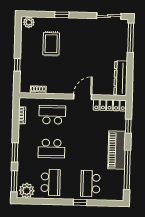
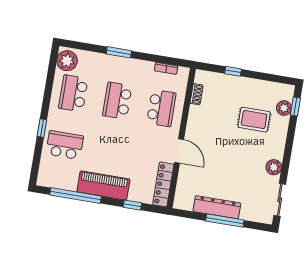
window: (62, 15) -> (295, 107), moved
plant: (29, 22) -> (284, 108), moved
plant: (85, 24) -> (274, 167), added
window: (131, 38) -> (225, 221), moved
dresser: (121, 78) -> (217, 207), moved
window: (14, 181) -> (82, 46), removed
school desk: (51, 182) -> (73, 93), turned 90

